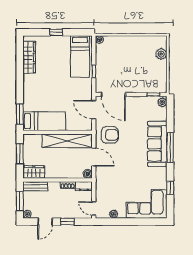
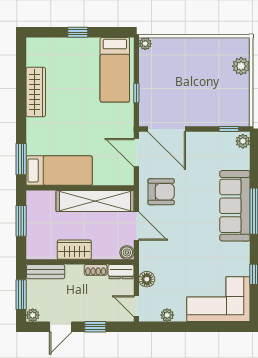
wardrobe: (29, 57) -> (36, 92), moved
wardrobe: (34, 172) -> (74, 250), moved
floor lamp: (101, 191) -> (147, 279), added

